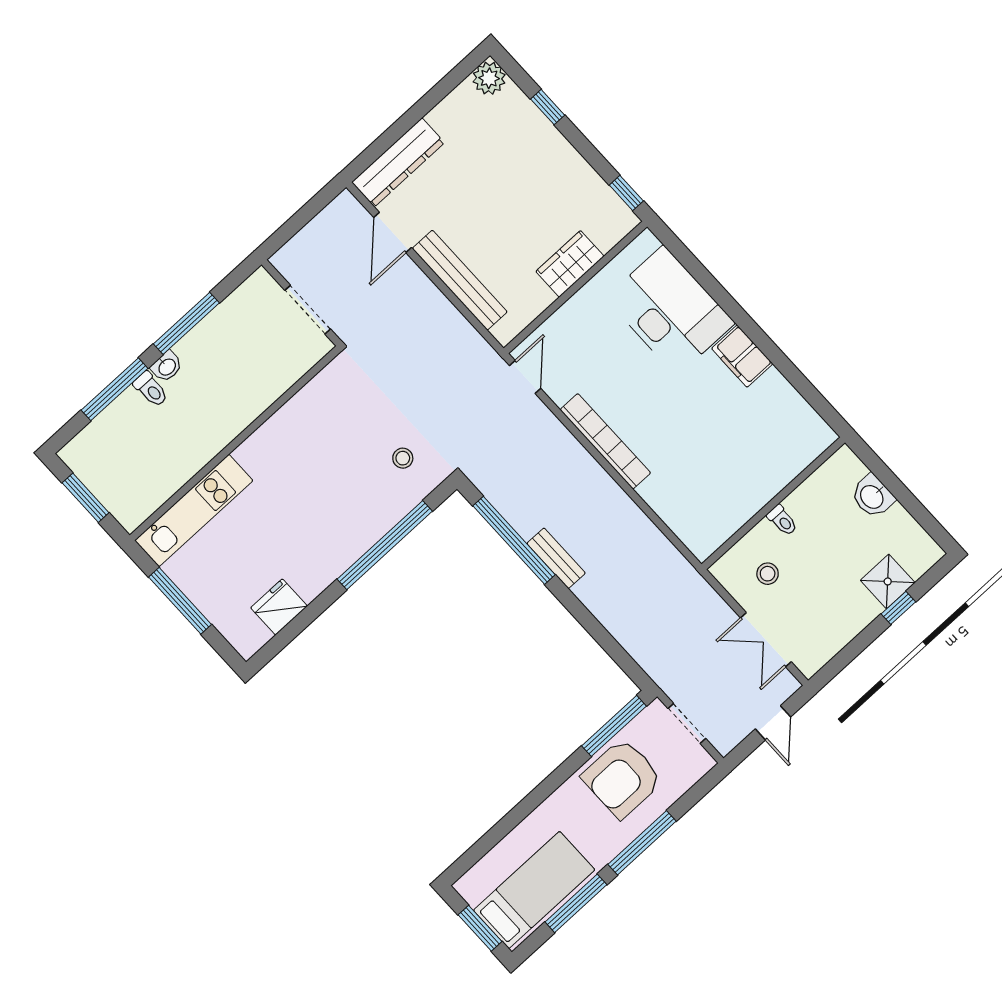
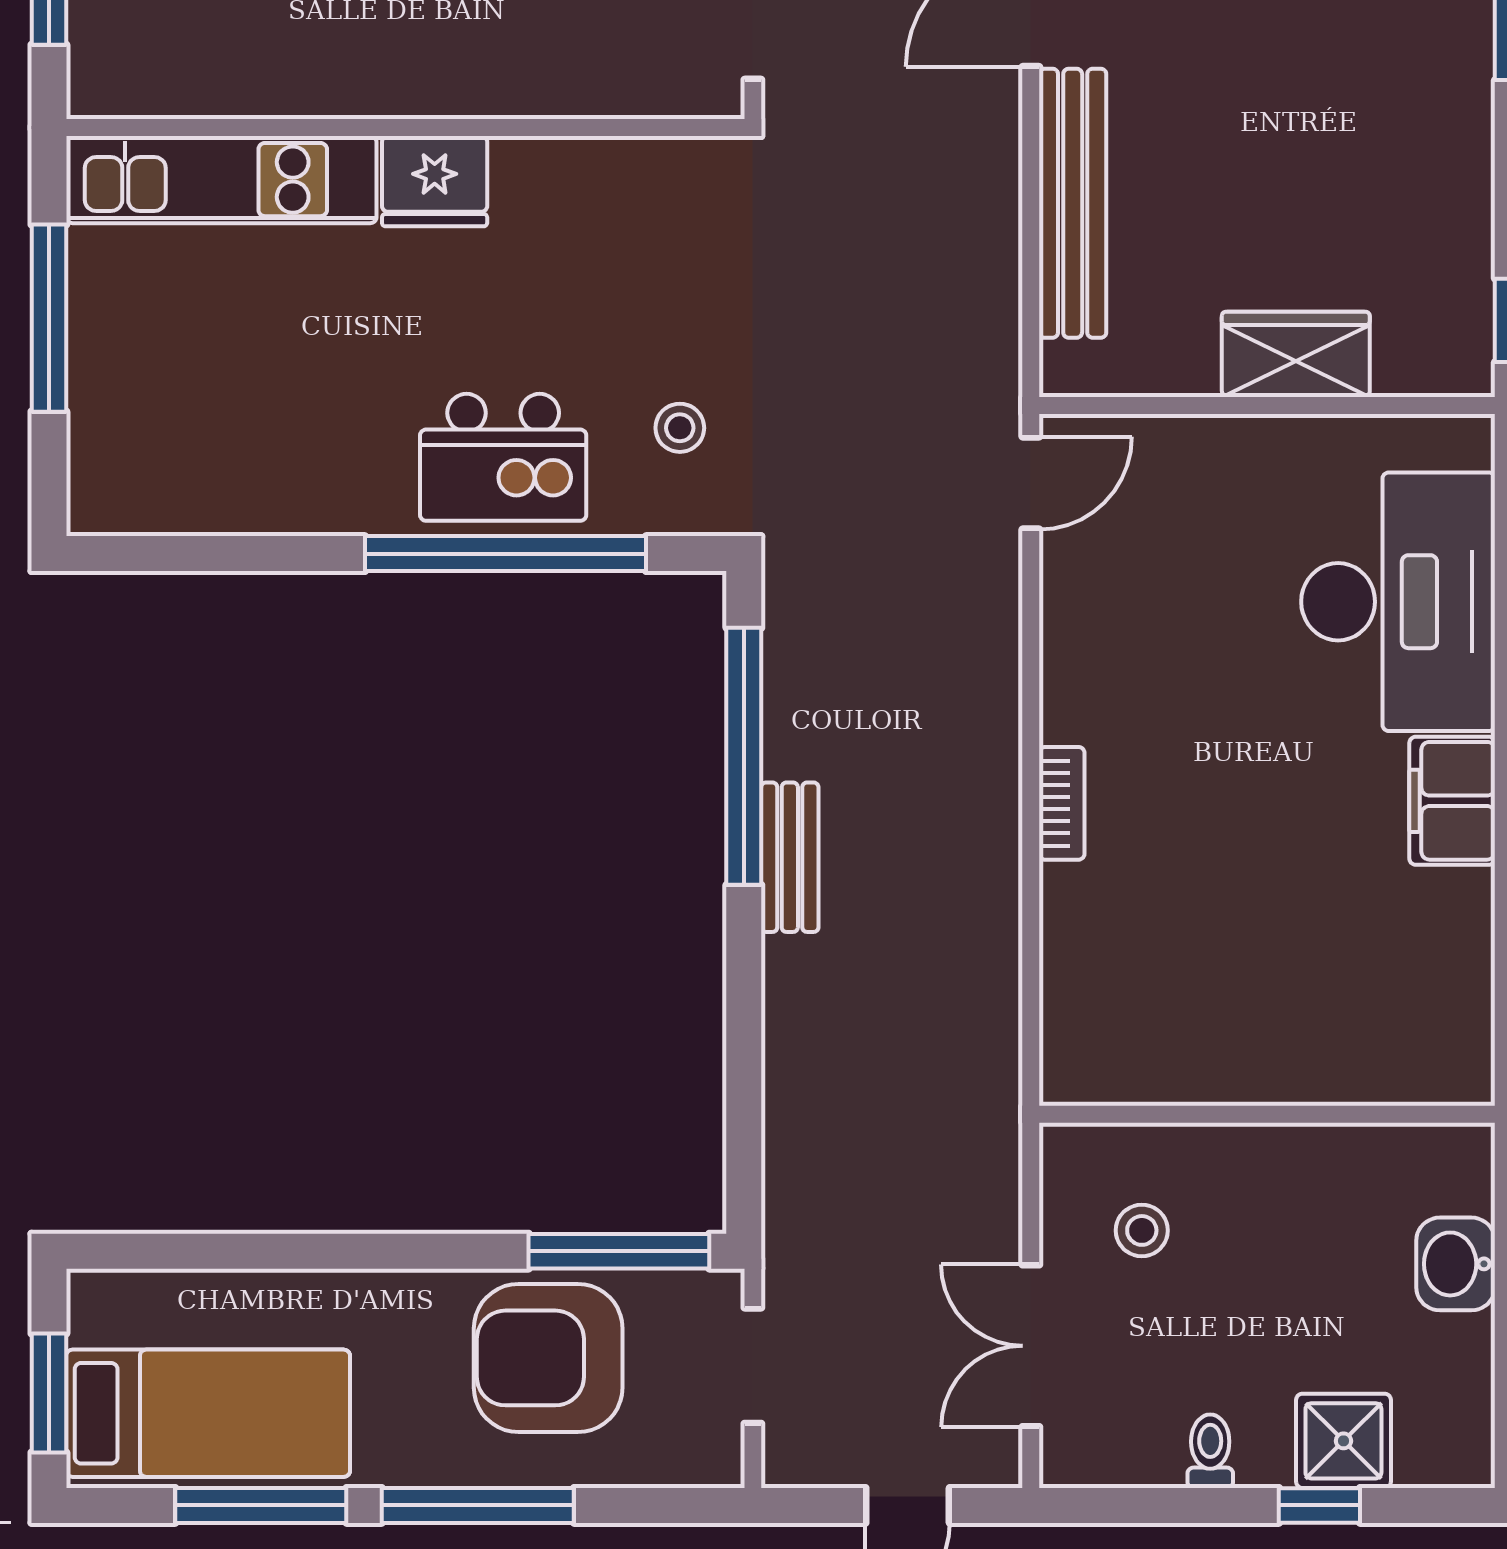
bookcase: (605, 441) -> (1062, 803), width x0.43, depth x0.76
kitchen island: (357, 516) -> (503, 457), added
toilet: (782, 520) -> (1210, 1451), moved, turned 180
fridge: (279, 607) -> (435, 181), moved, turned 180

